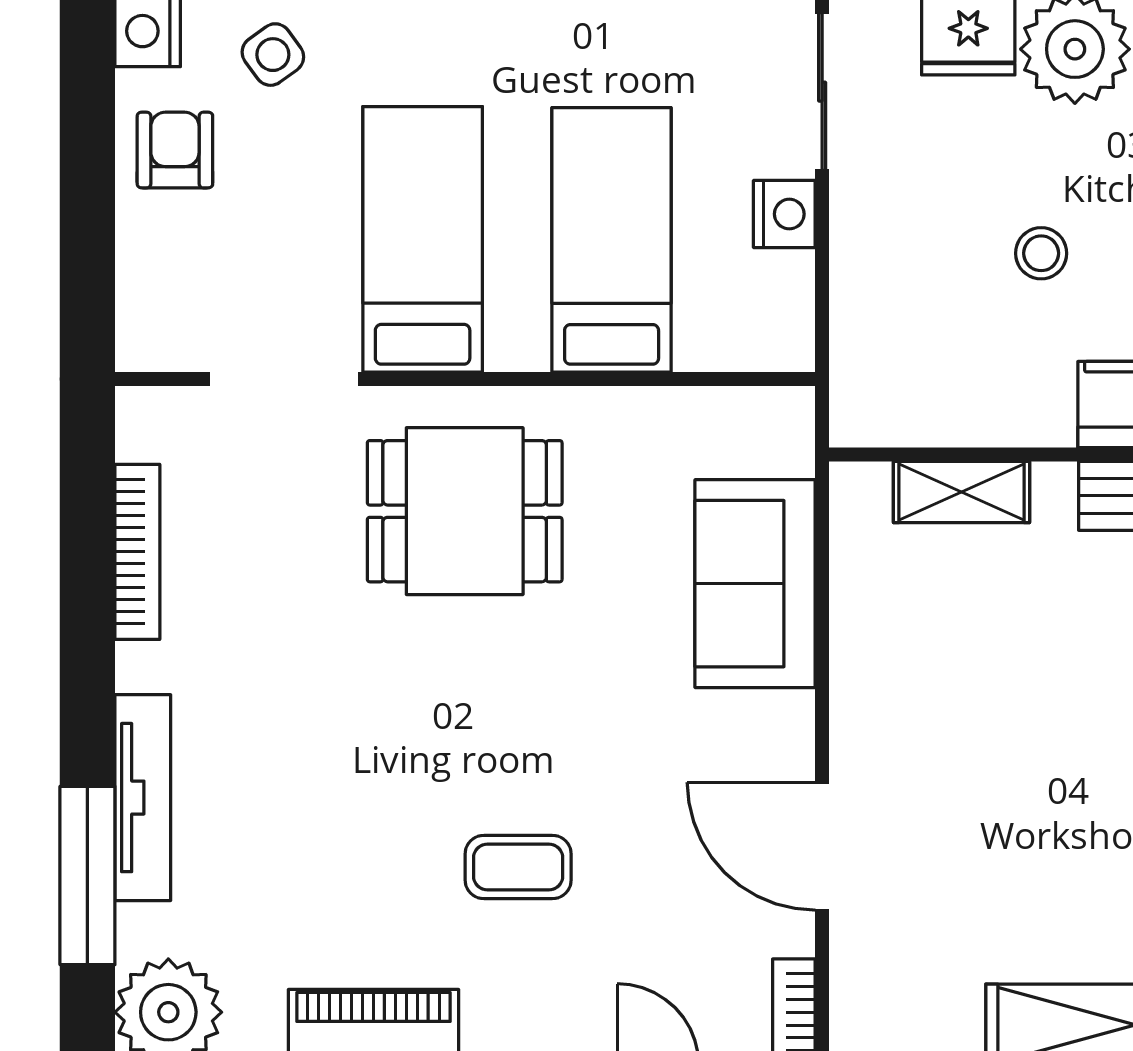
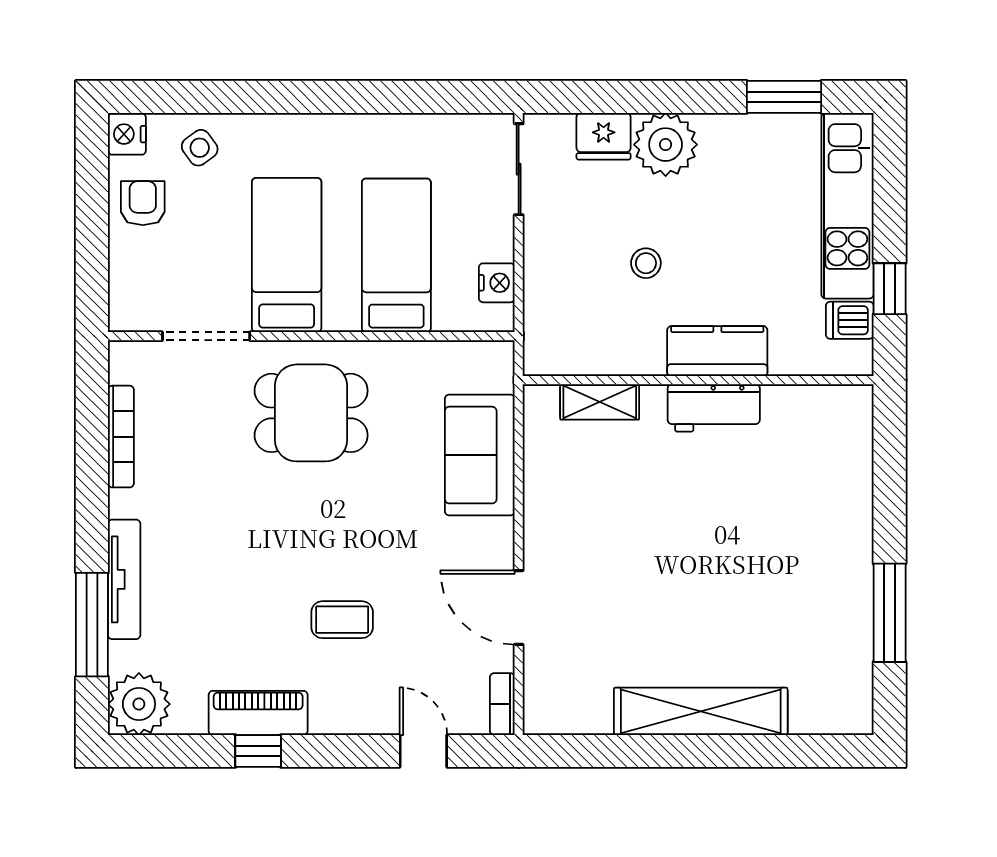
nightstand: (784, 214) -> (497, 283), moved

